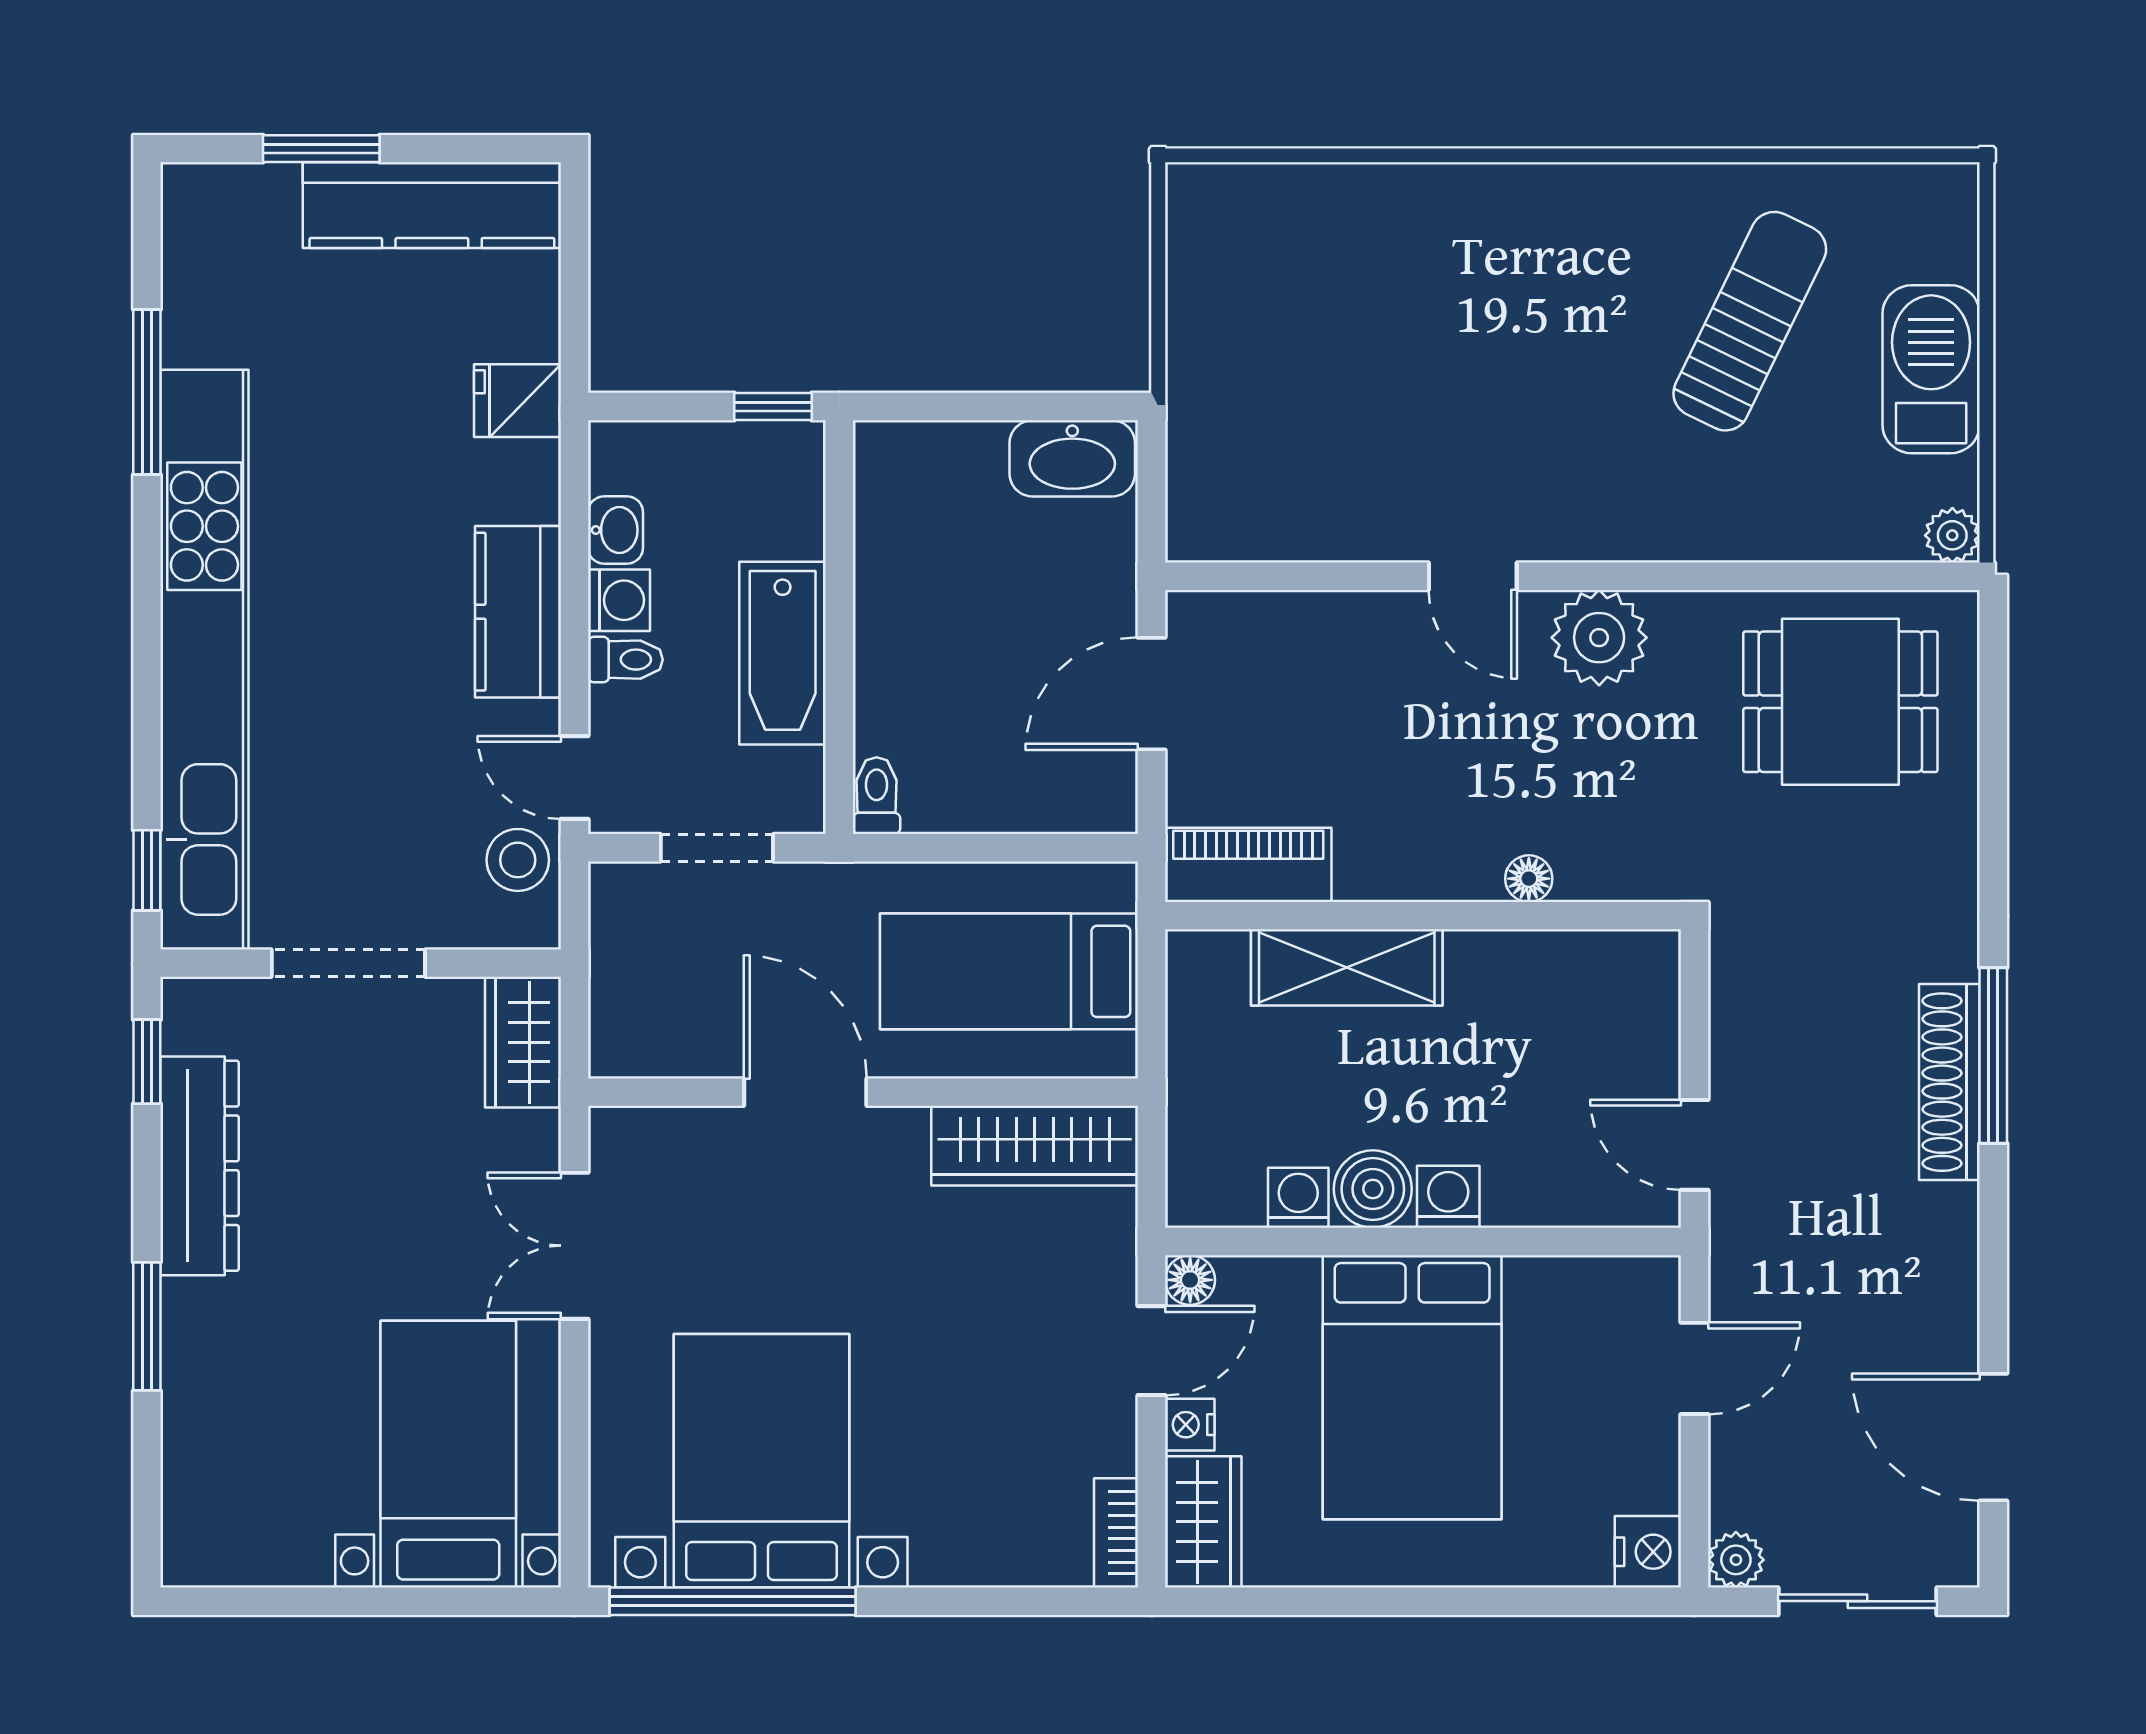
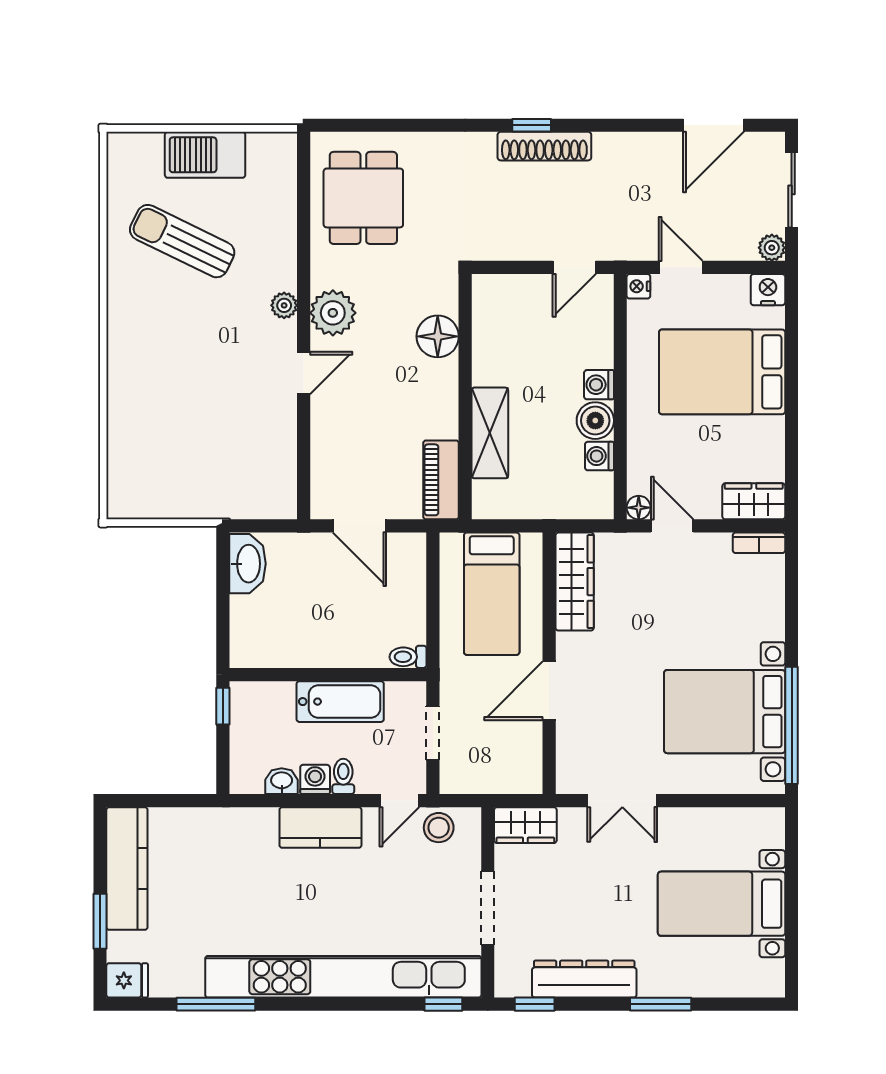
fridge: (518, 401) -> (127, 980), moved, turned -90
plant: (1952, 535) -> (284, 305), moved
floor lamp: (1529, 879) -> (438, 336), width x1.89, depth x1.89
window: (1993, 1055) -> (532, 125), width x0.46
bed: (1412, 1387) -> (722, 372), moved, turned 180
nightstand: (1190, 1425) -> (638, 286), moved, turned 90
bed with nightstands: (448, 1454) -> (722, 904), moved

